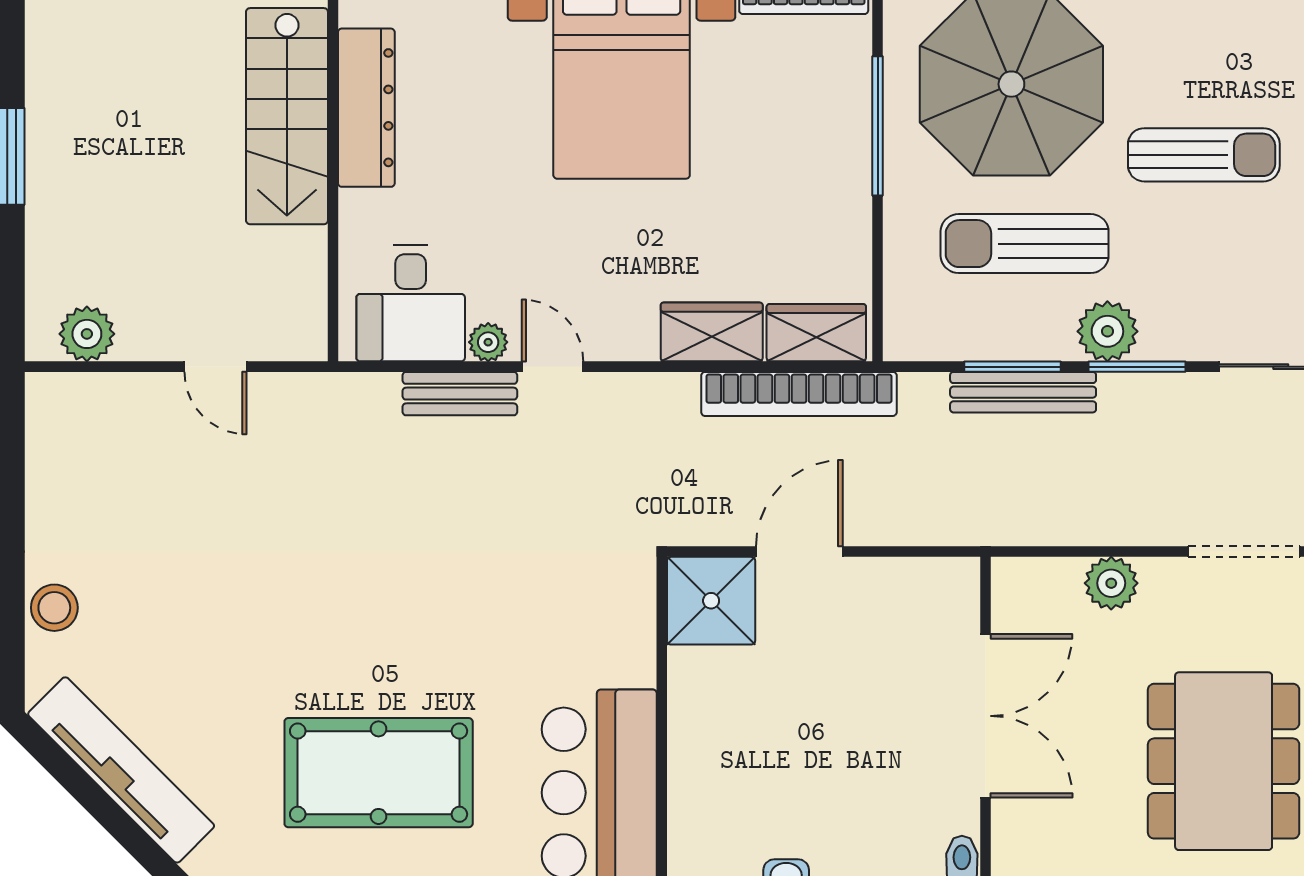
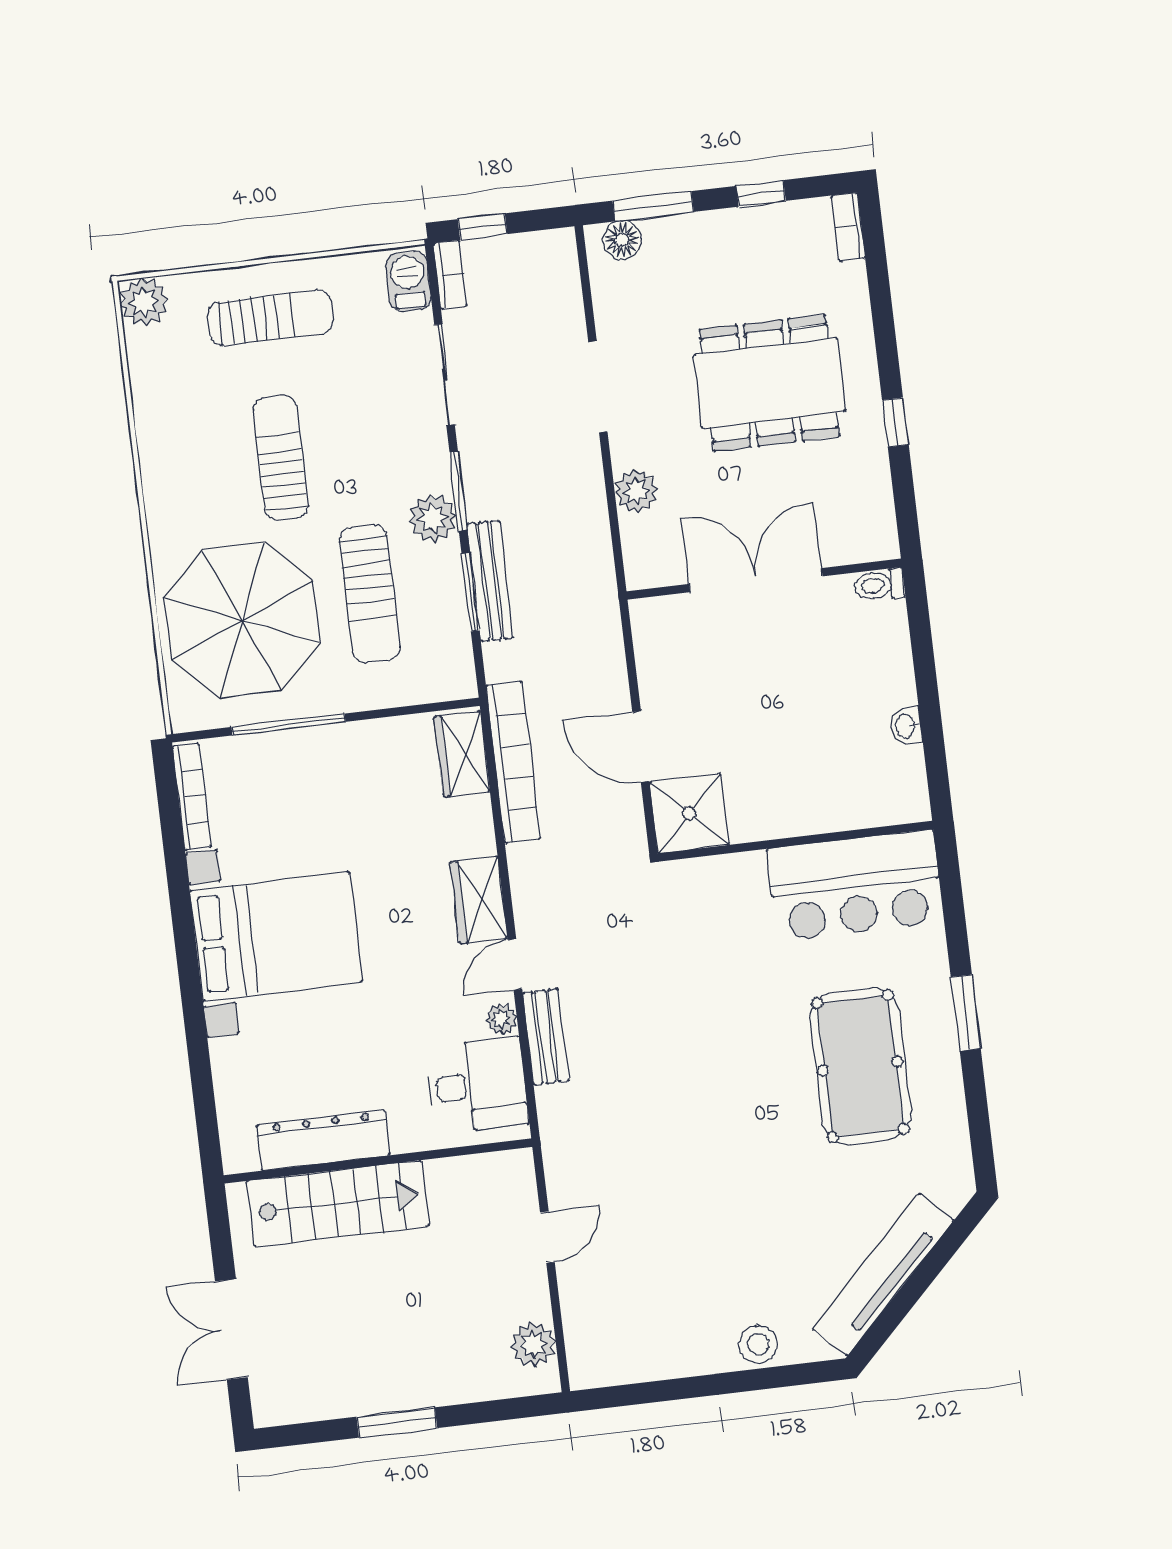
wardrobe: (712, 332) -> (479, 900), moved

